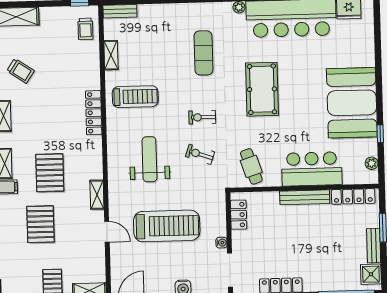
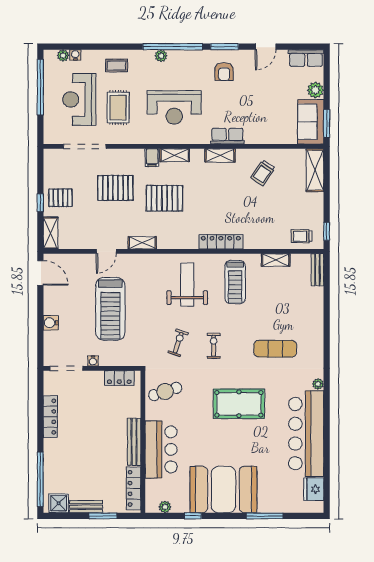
window: (378, 59) -> (265, 516), added
weight bench: (149, 159) -> (187, 285), moved, turned -90

